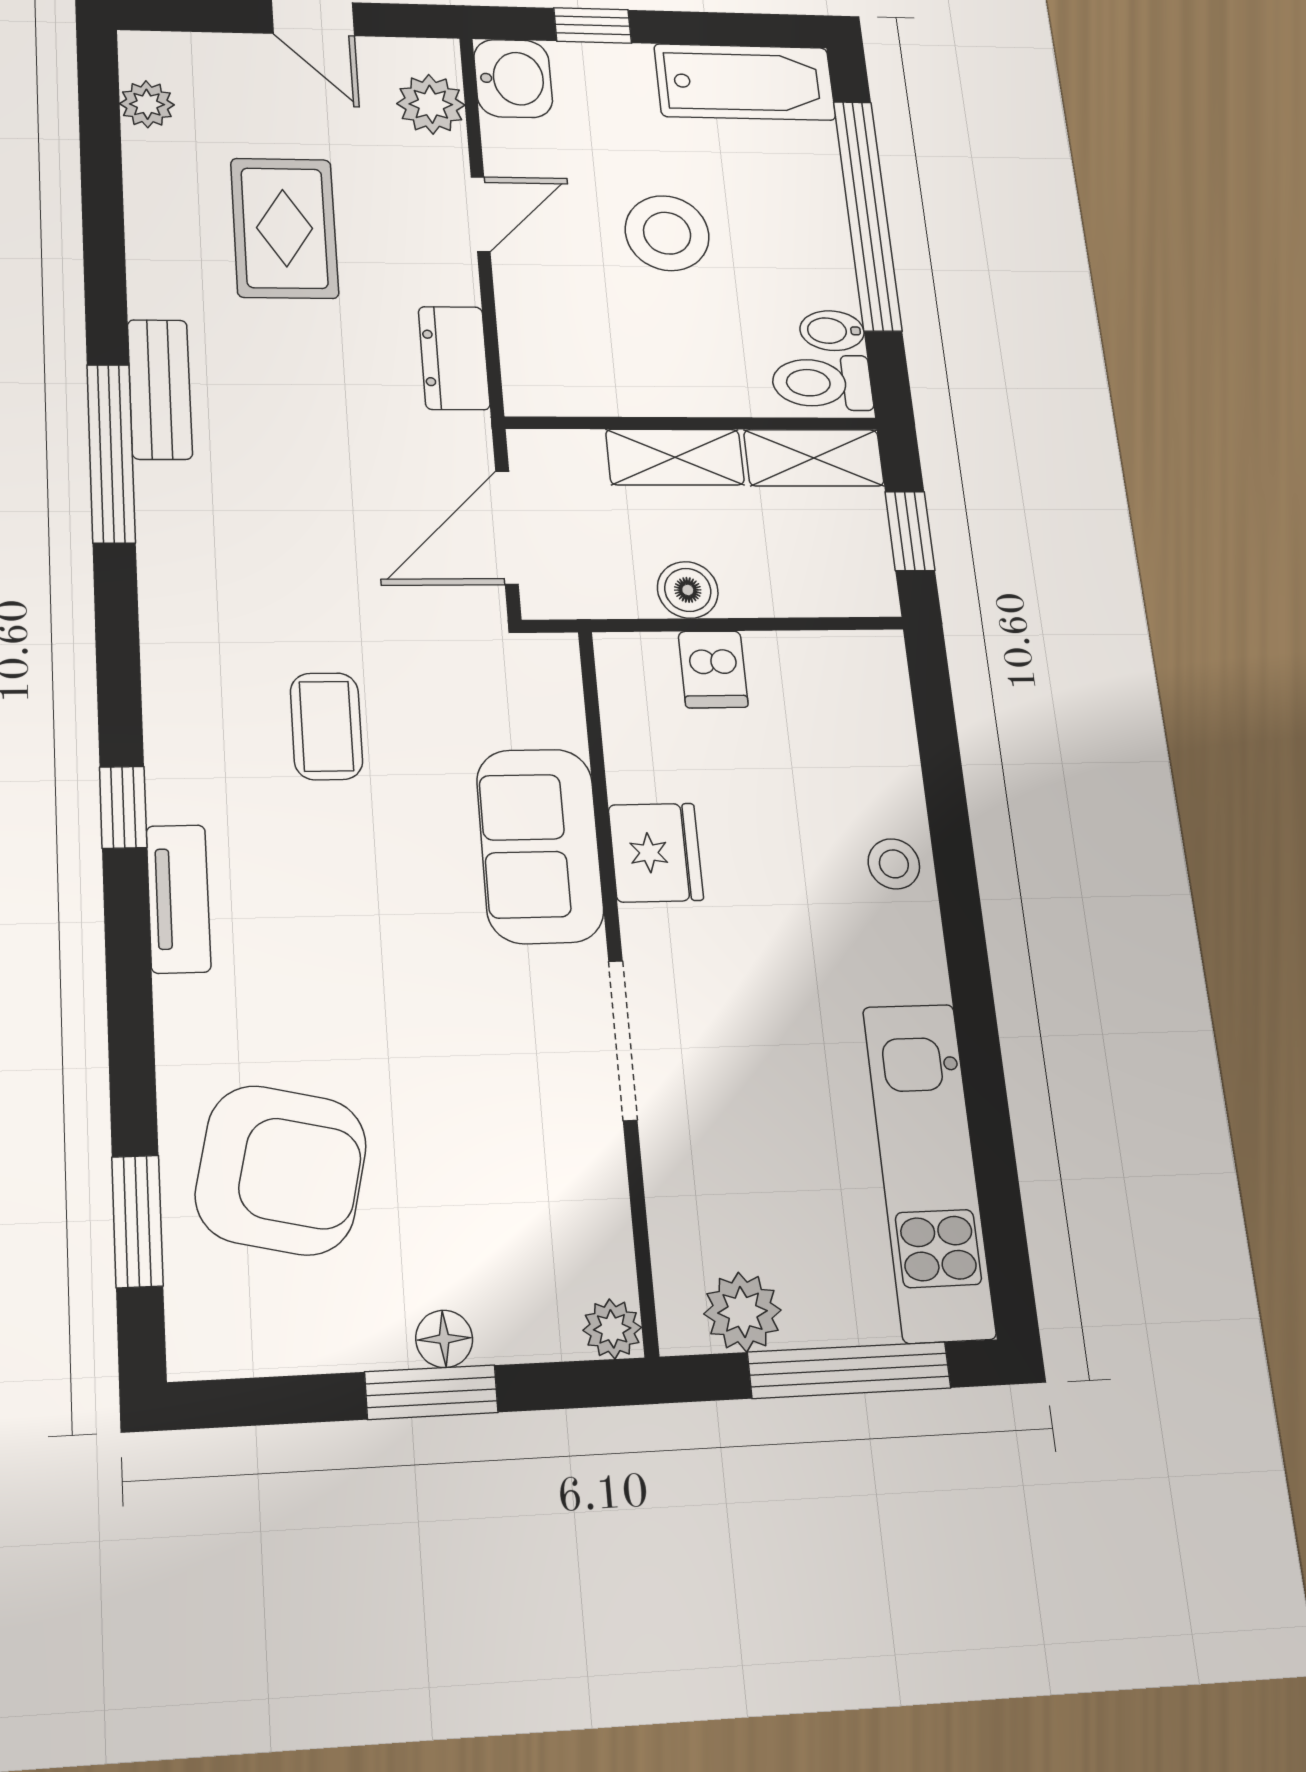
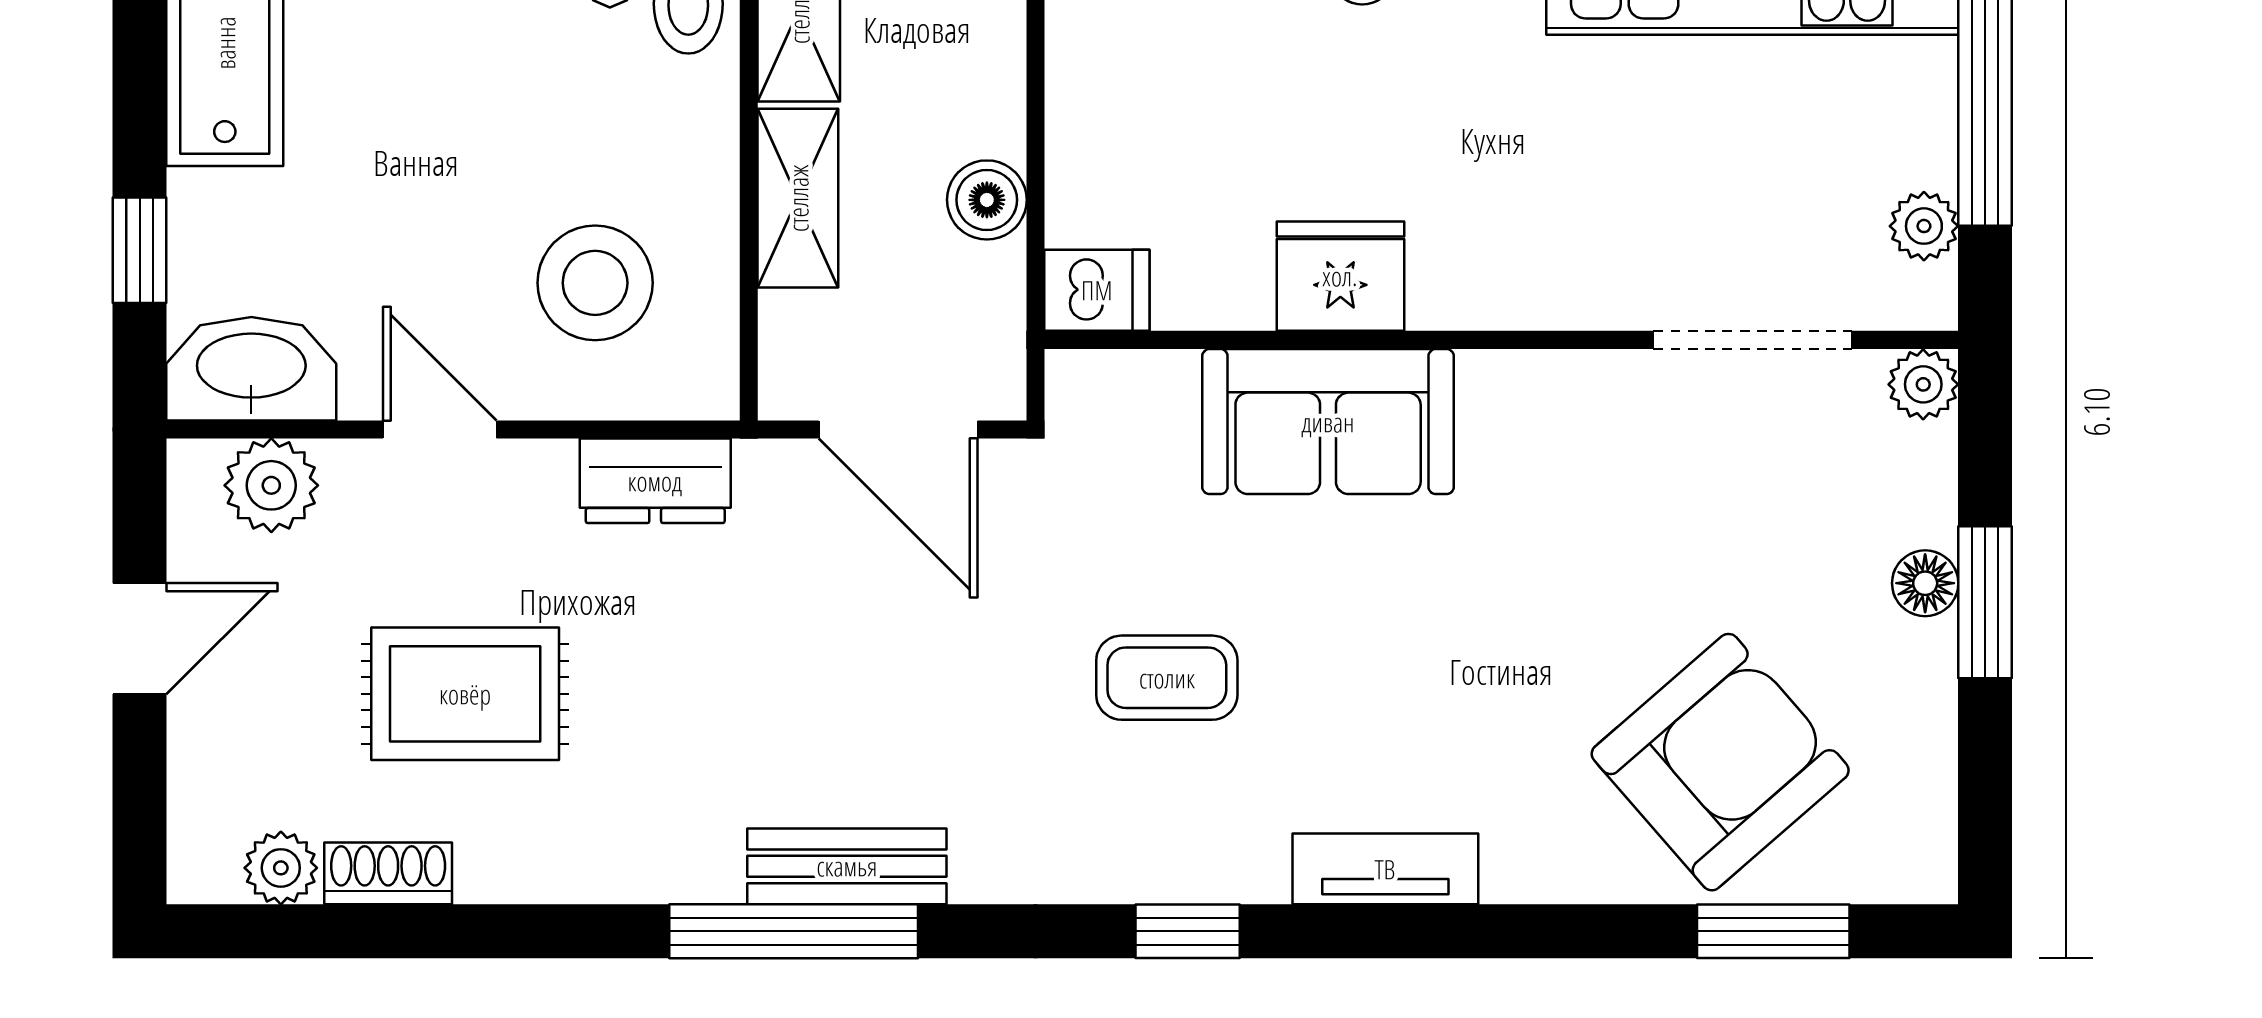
washbasin: (513, 79) -> (251, 369), width x1.38
shoe rack: (146, 175) -> (388, 873), added
stool: (667, 233) -> (595, 283), moved
bench: (160, 389) -> (847, 866), moved
dishwasher: (713, 669) -> (1097, 290), moved
window: (123, 807) -> (1188, 931), moved
doorway: (623, 1040) -> (1752, 340), moved
armchair: (281, 1170) -> (1720, 762), turned 36
plant: (743, 1312) -> (1924, 226), width x0.73, depth x0.73

